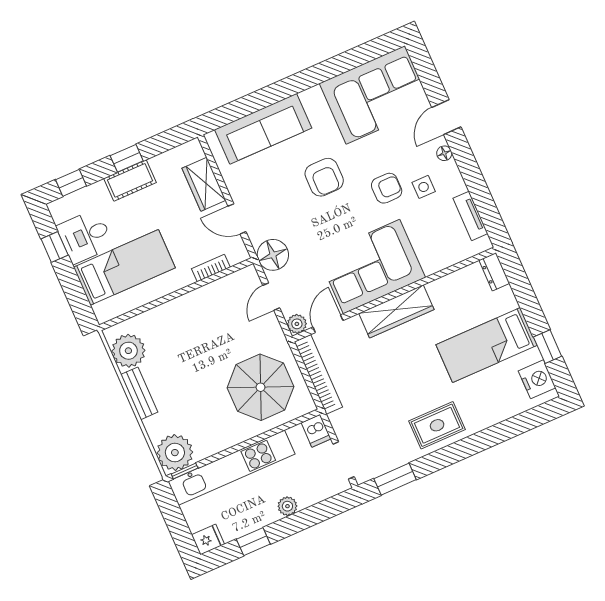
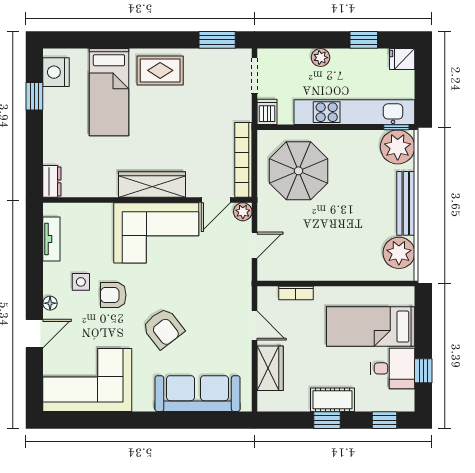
armchair: (324, 177) -> (163, 328), turned 142
floor lamp: (273, 255) -> (237, 281), removed
bed: (487, 345) -> (109, 92), moved, turned 90
bench: (139, 393) -> (406, 203), width x1.36

